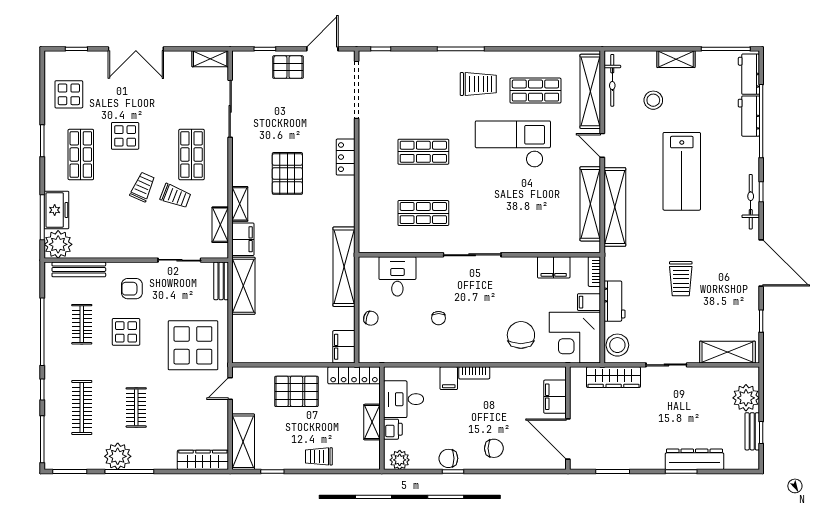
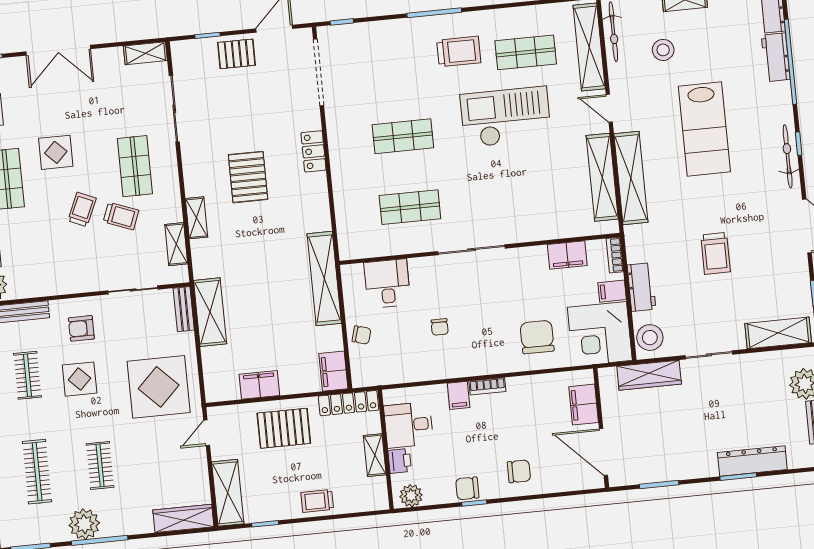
filing cabinet: (243, 239) -> (259, 385), moved, turned -90

